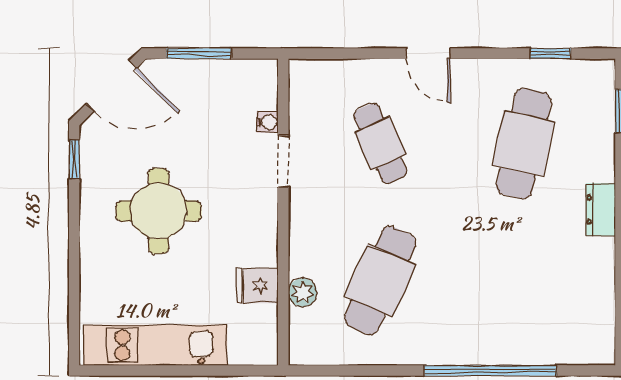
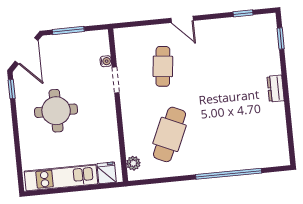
door: (112, 86) -> (27, 51), hinge flipped
cafe table: (380, 143) -> (163, 66), turned 30
cafe table: (524, 143) -> (234, 59), removed
fridge: (257, 286) -> (107, 173), moved, turned 90
plant: (303, 293) -> (133, 163), moved

